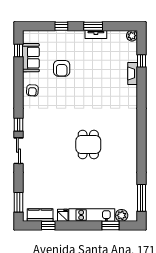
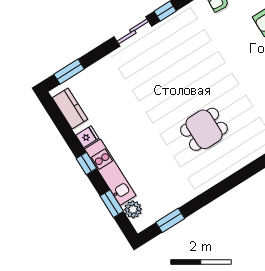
dining table: (88, 145) -> (204, 129), moved
window: (141, 198) -> (170, 220), width x0.69
window: (48, 226) -> (86, 163), moved

